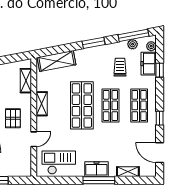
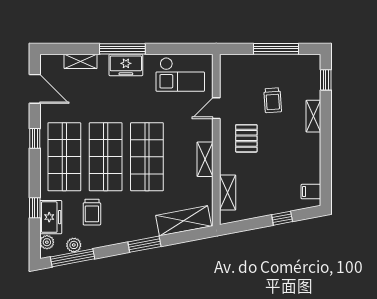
window: (94, 43) -> (144, 244), moved
shop shelf: (110, 105) -> (106, 157), width x1.43, depth x1.36
shop shelf: (139, 105) -> (64, 157), width x1.43, depth x1.36

